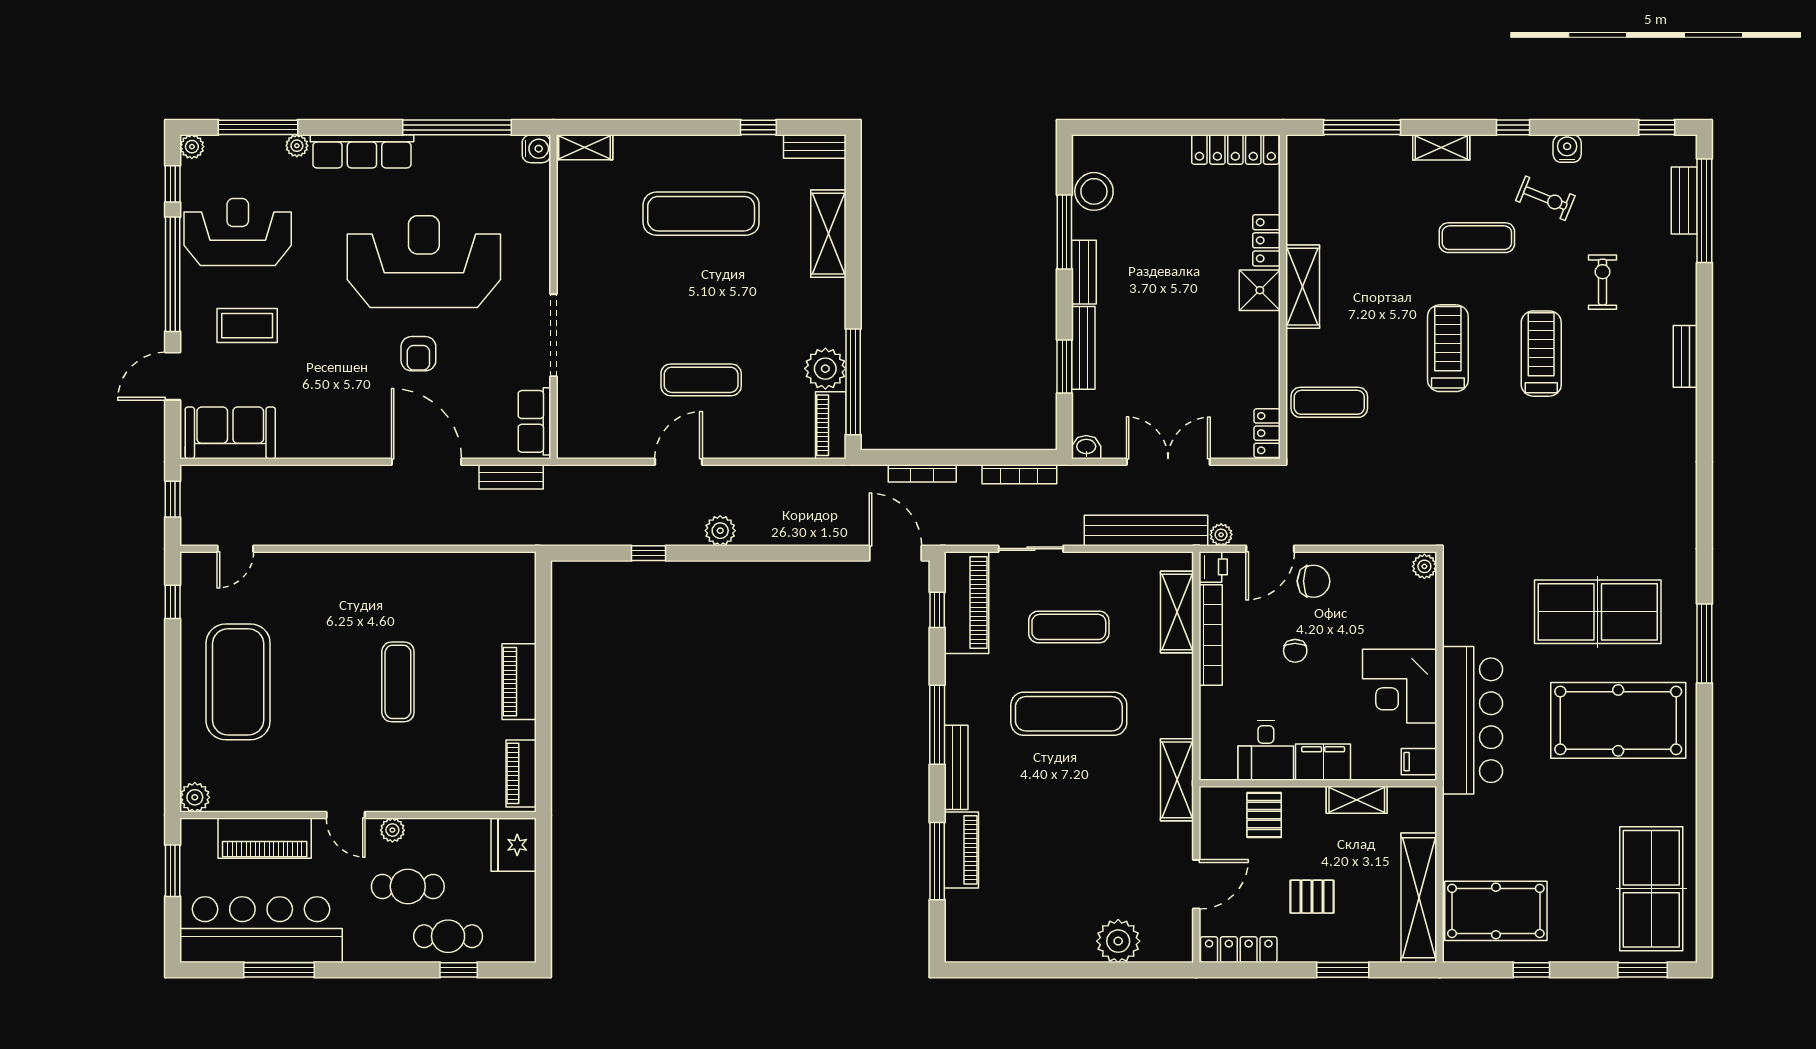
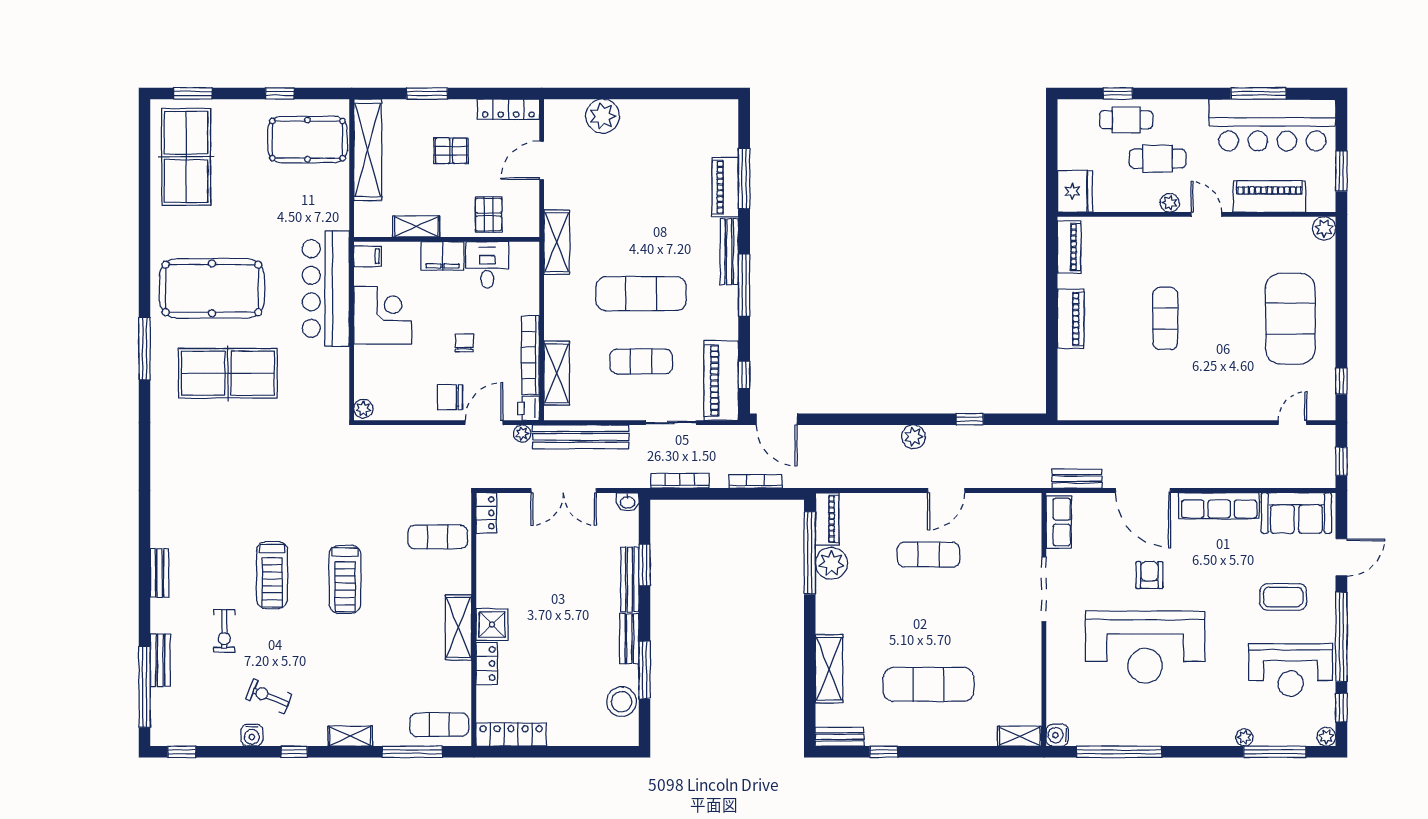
row of seats: (362, 151) -> (1219, 506), moved, turned 180
bench: (1684, 200) -> (160, 660), moved
exercise mat: (1477, 238) -> (439, 725), moved

